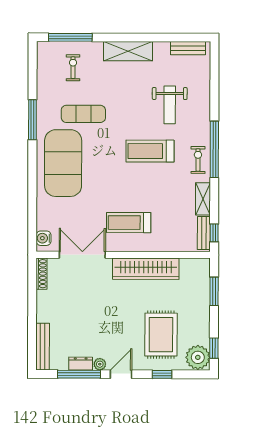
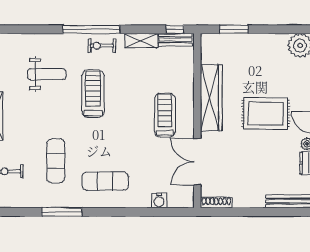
treadmill: (150, 151) -> (93, 94), turned 180
exercise mat: (63, 163) -> (105, 181), width x0.50, depth x0.69
treadmill: (129, 223) -> (165, 115), turned 180
water cooler: (44, 238) -> (159, 201), moved
rug: (161, 335) -> (266, 114), moved
window: (214, 348) -> (291, 29), removed

